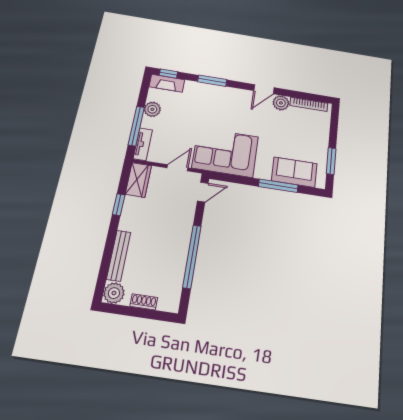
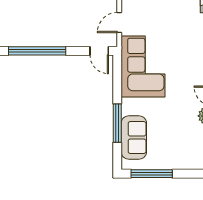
window: (331, 161) -> (152, 174), width x1.44
door: (178, 168) -> (119, 23), swing flipped

